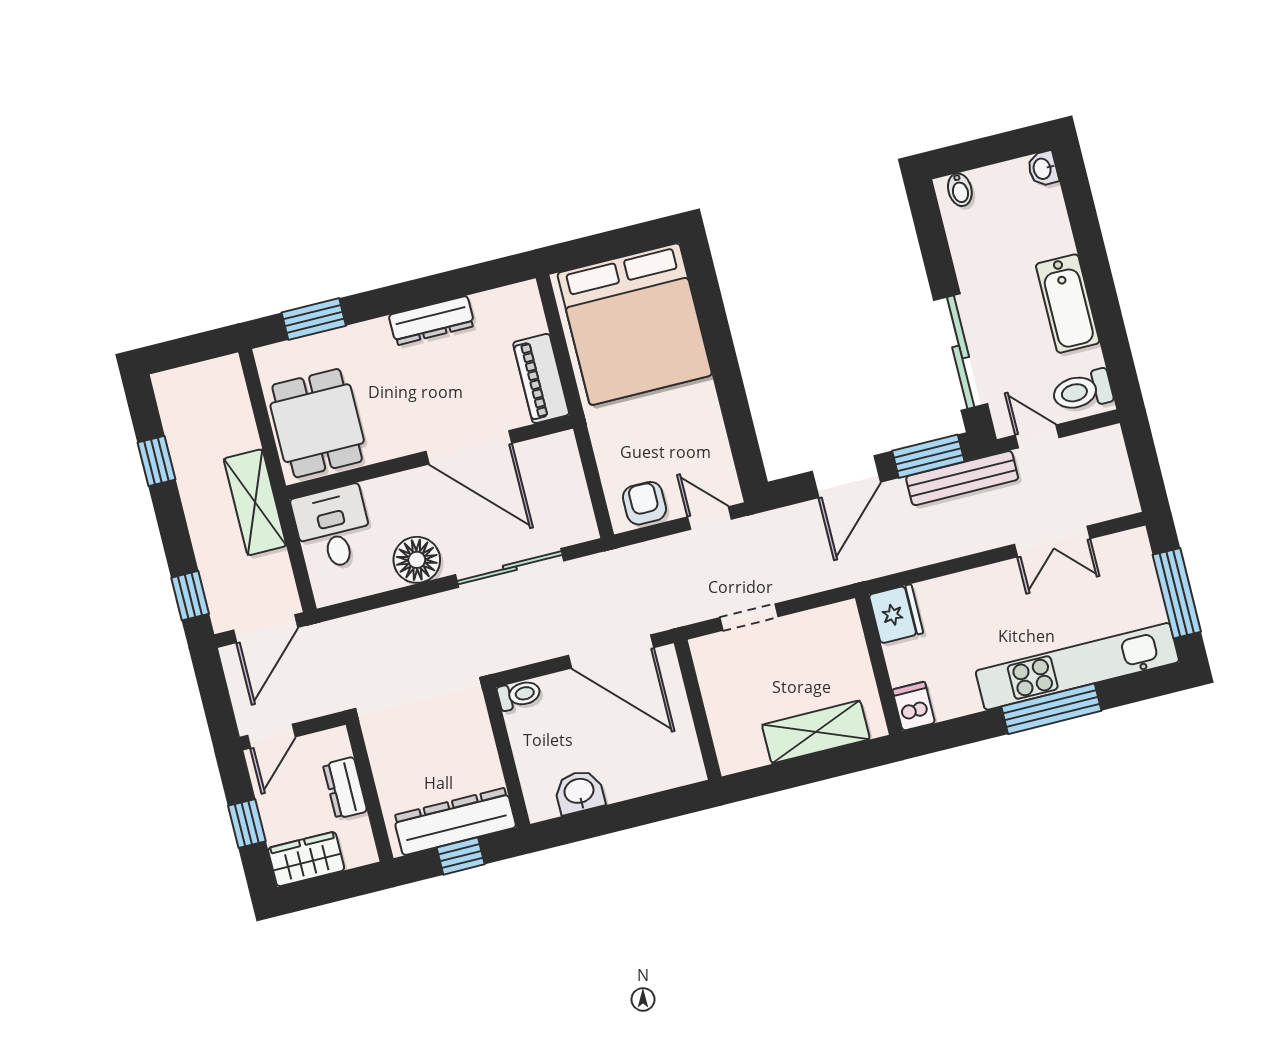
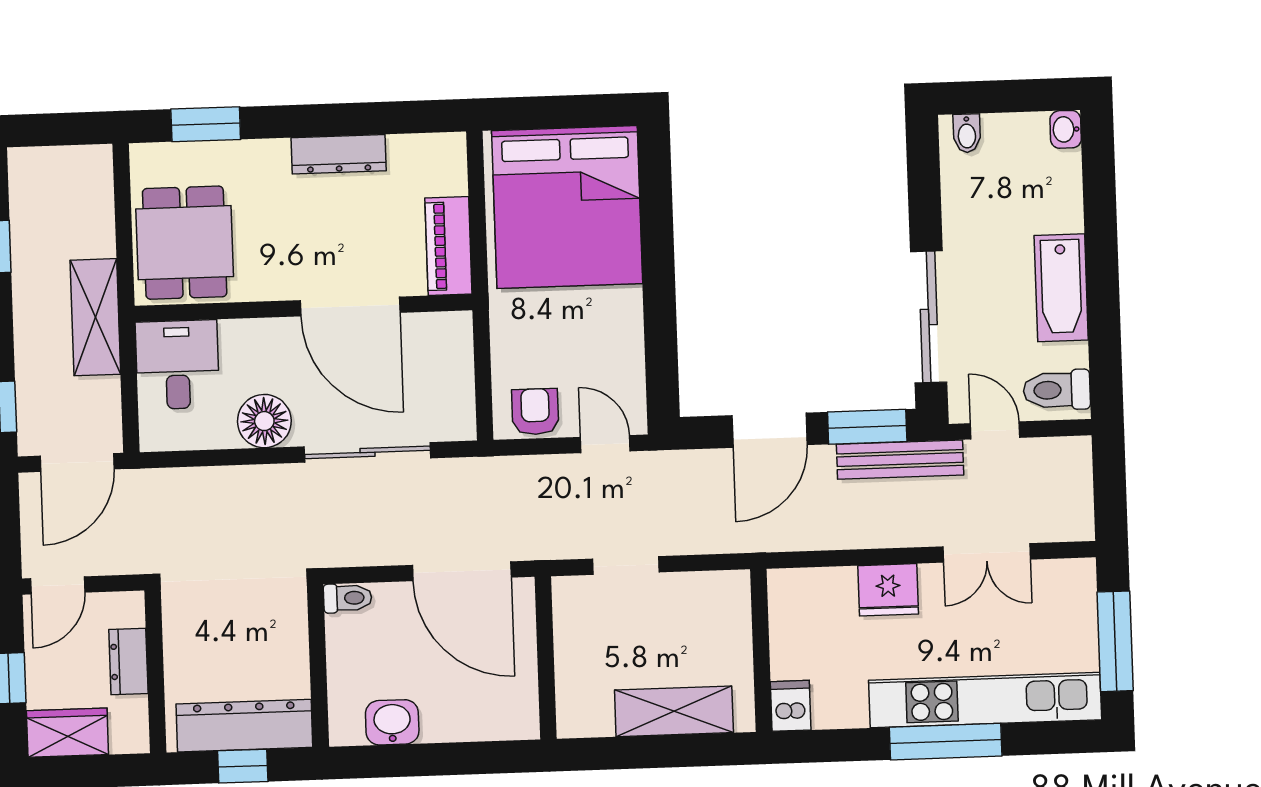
fridge: (896, 614) -> (888, 590), moved, turned 90

